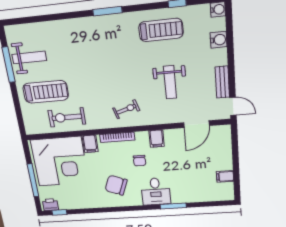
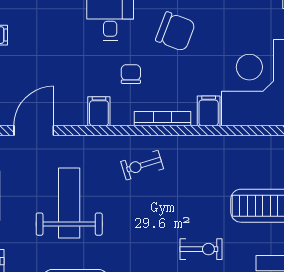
weight bench: (170, 82) -> (69, 203), width x1.36, depth x1.33
exercise bike: (67, 117) -> (201, 249), moved, width x0.73, depth x0.72

